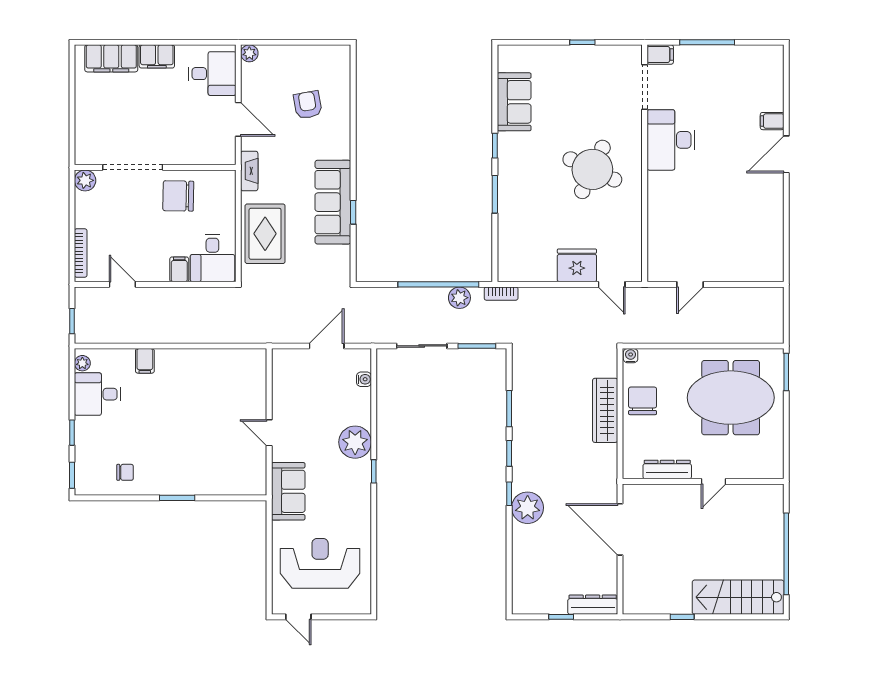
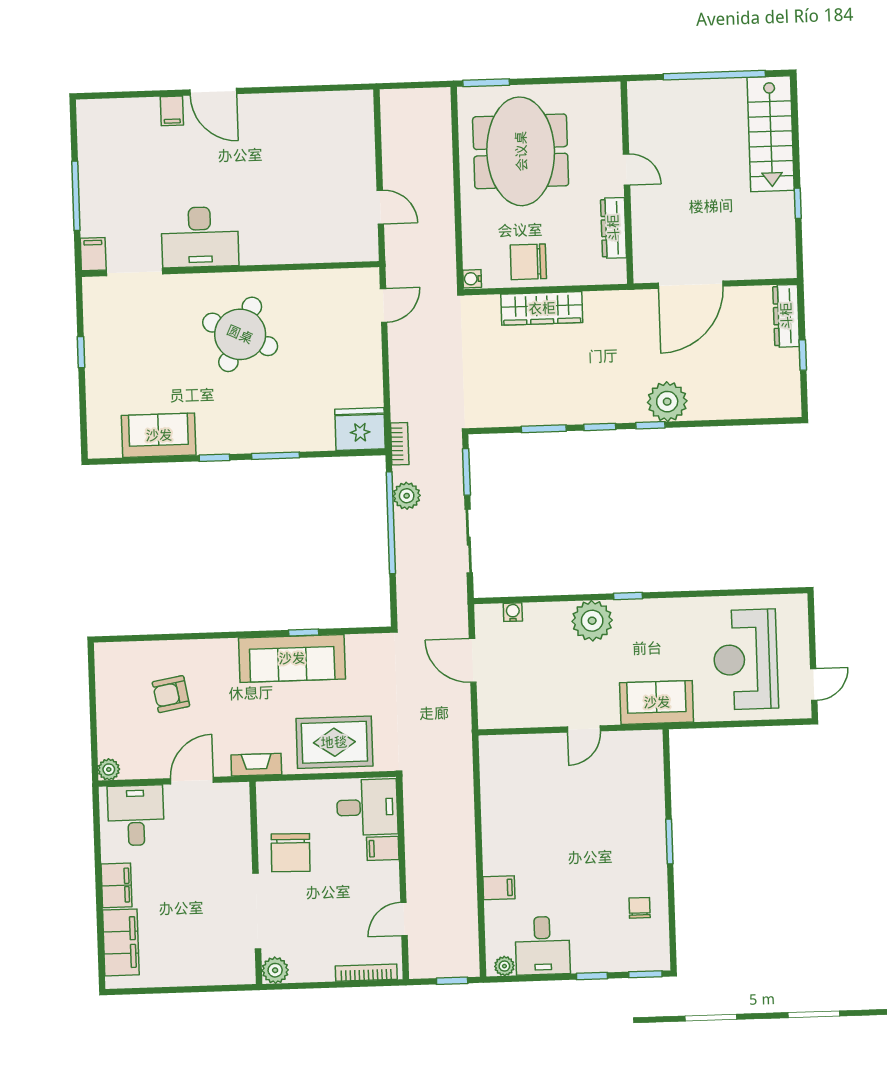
fridge: (577, 265) -> (360, 429), moved, turned 90

